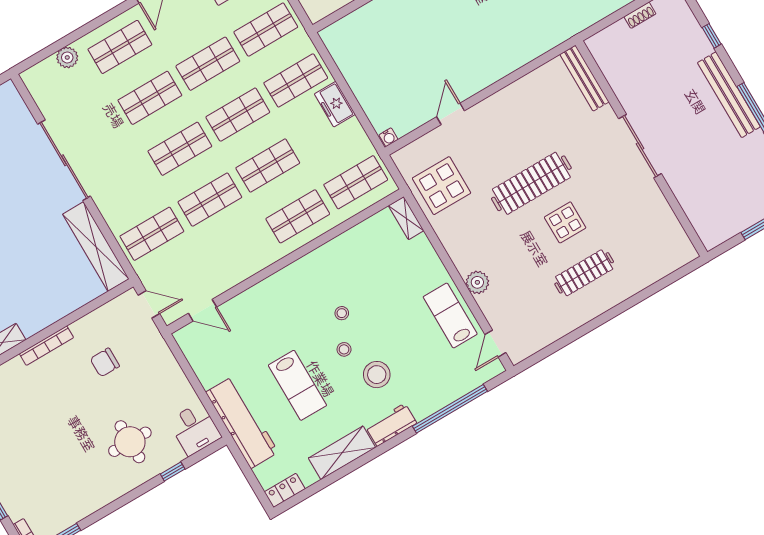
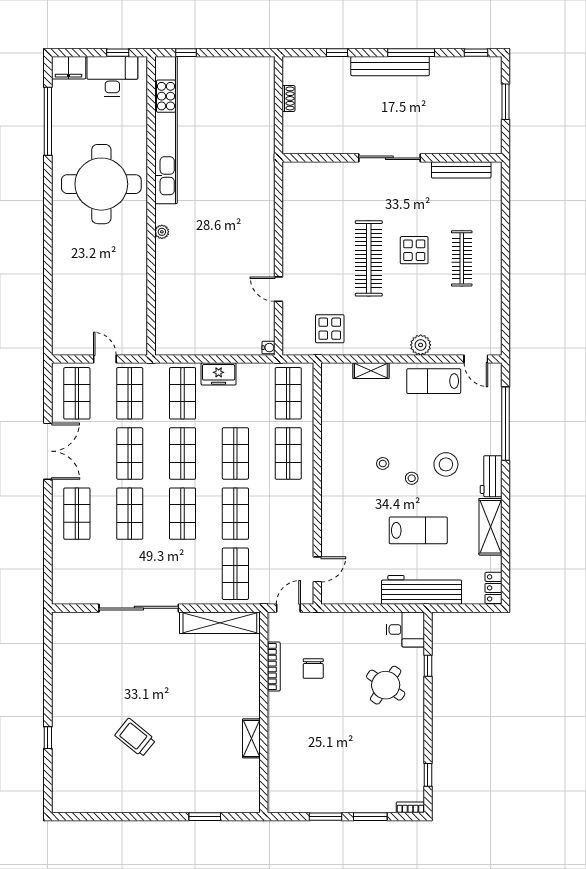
plant: (67, 57) -> (61, 559), removed
bench: (584, 78) -> (461, 170), moved
display table: (442, 186) -> (330, 329), width x0.73, depth x0.73
shelving: (406, 218) -> (371, 371), moved
bookcase: (46, 346) -> (274, 667), moved
round table: (130, 442) -> (386, 685), turned 35

